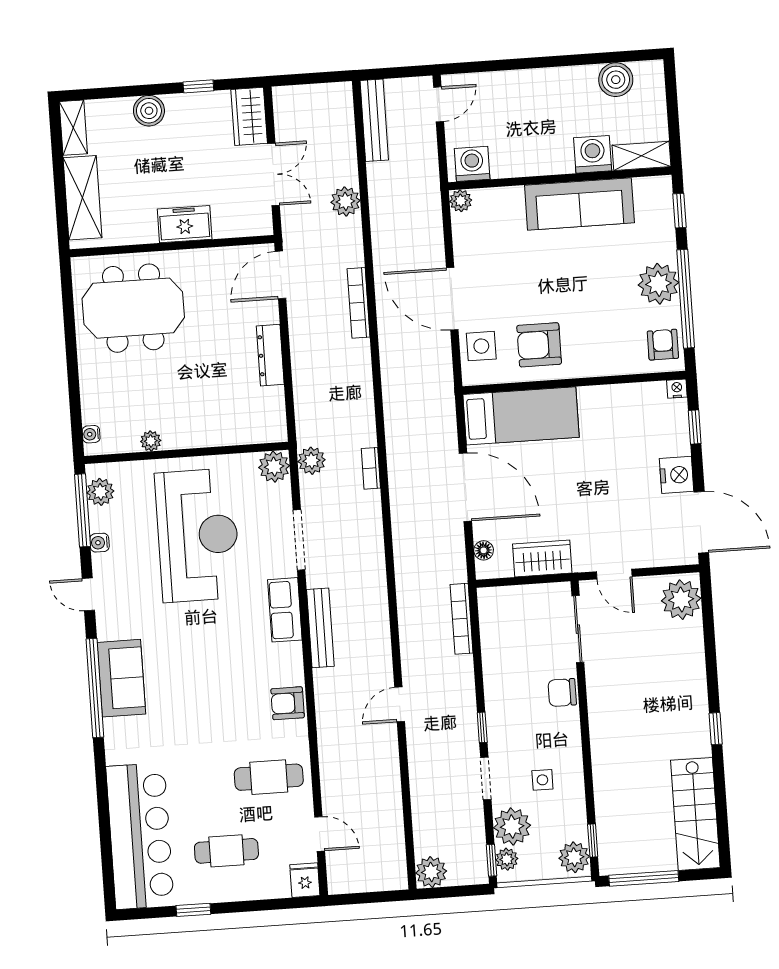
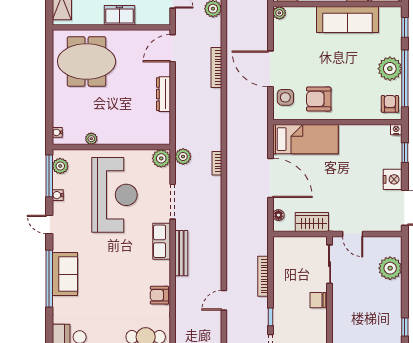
plant: (681, 600) -> (390, 268), moved
bookcase: (462, 619) -> (263, 276), moved

